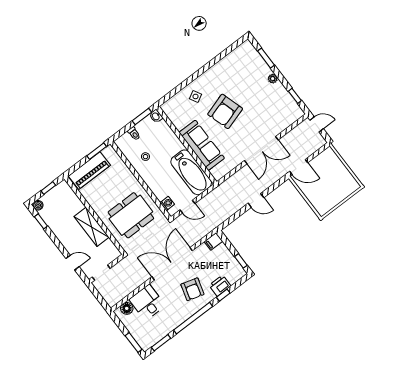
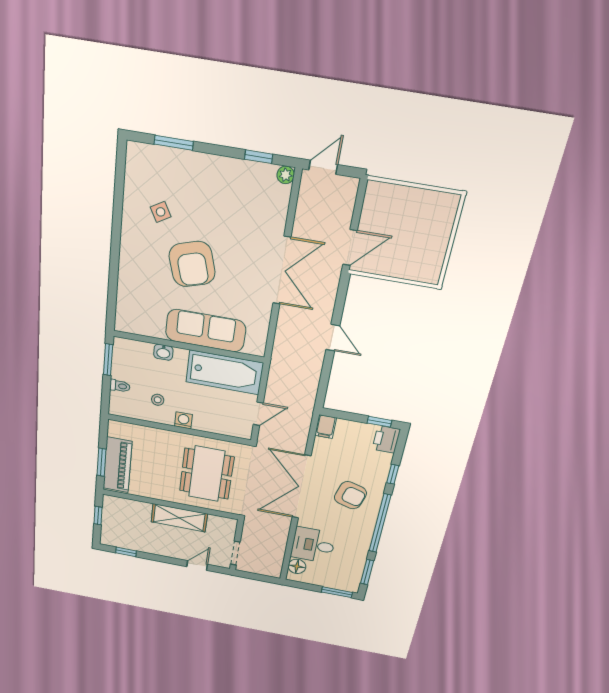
plant: (273, 79) -> (286, 175), moved
side table: (196, 96) -> (161, 212), moved
washbasin: (156, 116) -> (163, 352), moved
window: (97, 151) -> (101, 462), moved
door: (256, 200) -> (333, 338), hinge flipped
washing machine: (167, 204) -> (183, 420), moved
boiler: (38, 205) -> (107, 540), removed
printer: (220, 286) -> (386, 439), moved

